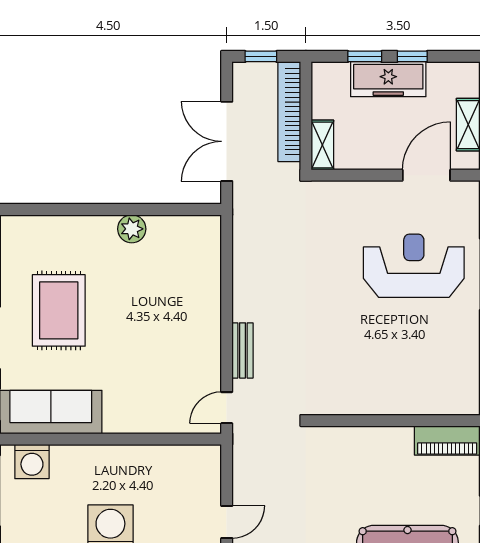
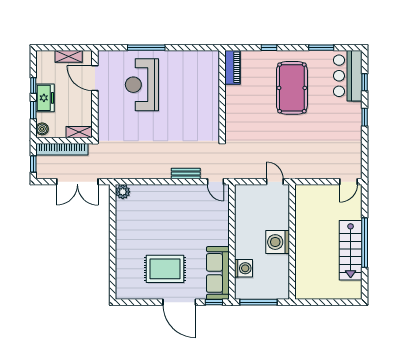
boiler: (329, 73) -> (42, 129), added
freezer: (388, 79) -> (45, 98), width x0.71
plant: (132, 229) -> (123, 192), moved
washing machine: (32, 462) -> (243, 268), moved

